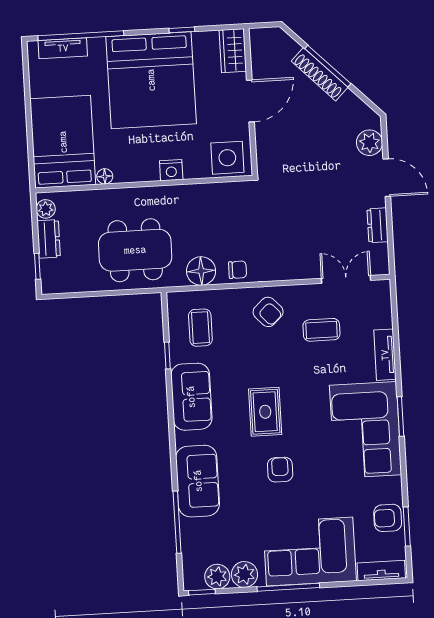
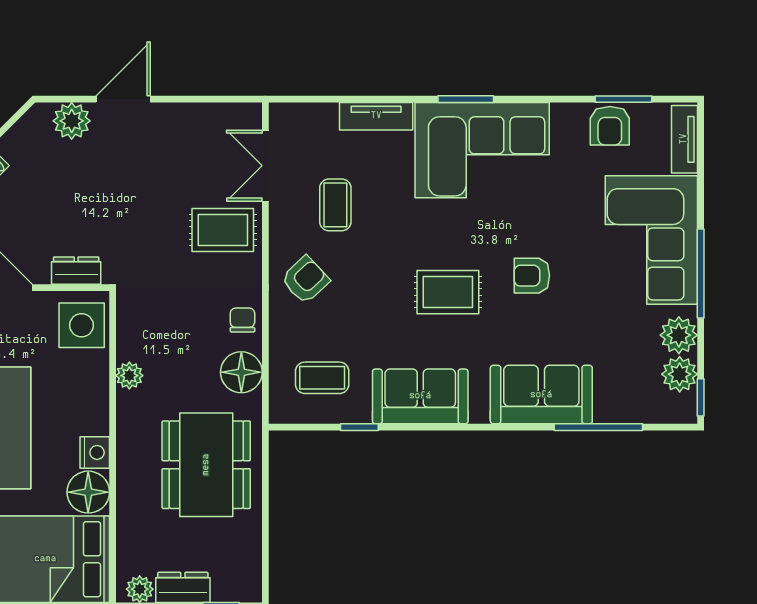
nightstand: (171, 170) -> (95, 452), moved
floor lamp: (105, 176) -> (88, 492), width x1.89, depth x1.89
plant: (194, 193) -> (129, 376), added
dresser: (378, 225) -> (76, 271), moved, turned 180
rug: (299, 252) -> (223, 230), added

